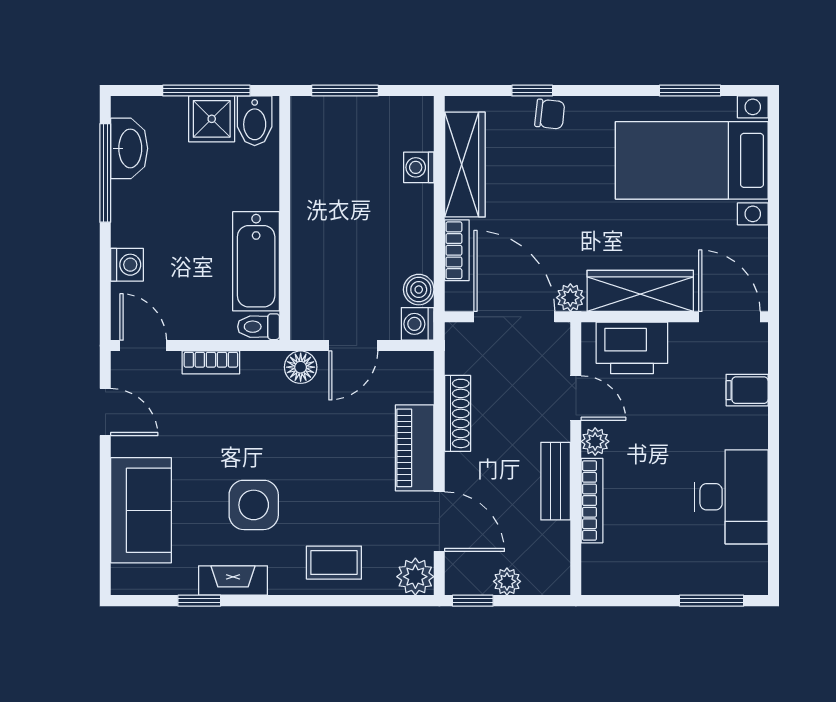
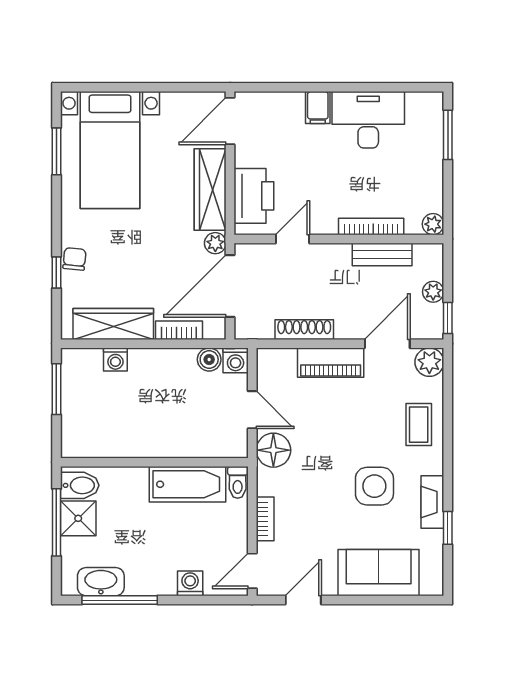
window: (345, 91) -> (56, 389), moved
floor lamp: (301, 367) -> (273, 450), width x1.38, depth x1.38
filing cabinet: (747, 390) -> (318, 108), moved
plant: (595, 441) -> (433, 224), moved
bench: (556, 481) -> (382, 254), moved

